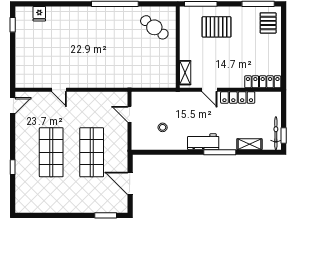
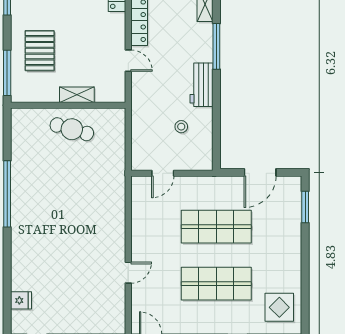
cafe table: (154, 27) -> (72, 129), moved, turned 68
shelving: (185, 73) -> (77, 95), moved
door: (209, 90) -> (128, 61), hinge flipped
workbench: (203, 142) -> (201, 85), moved
display table: (34, 197) -> (279, 307), added

